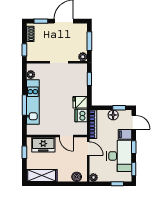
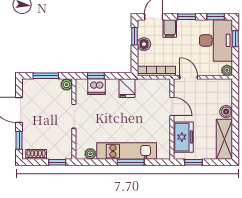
dishwasher: (81, 116) -> (97, 87), moved
door: (66, 136) -> (172, 107), hinge flipped
door: (88, 149) -> (189, 77), hinge flipped
desk: (119, 156) -> (216, 40), moved, turned 90
boiler: (77, 177) -> (226, 112), moved

